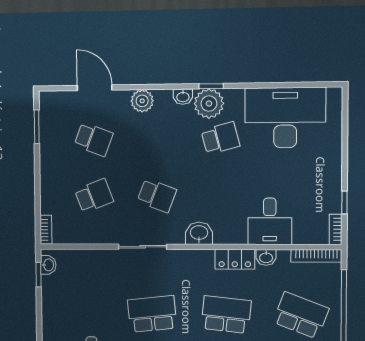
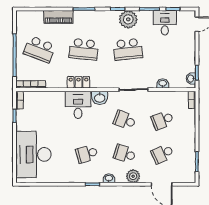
plant: (209, 104) -> (94, 174), removed
desk: (285, 118) -> (33, 154), moved, turned 90
school desk: (94, 139) -> (162, 154), turned -45
school desk: (157, 139) -> (125, 154), added
desk: (270, 221) -> (78, 105), moved
washbasin: (266, 257) -> (163, 84), moved

